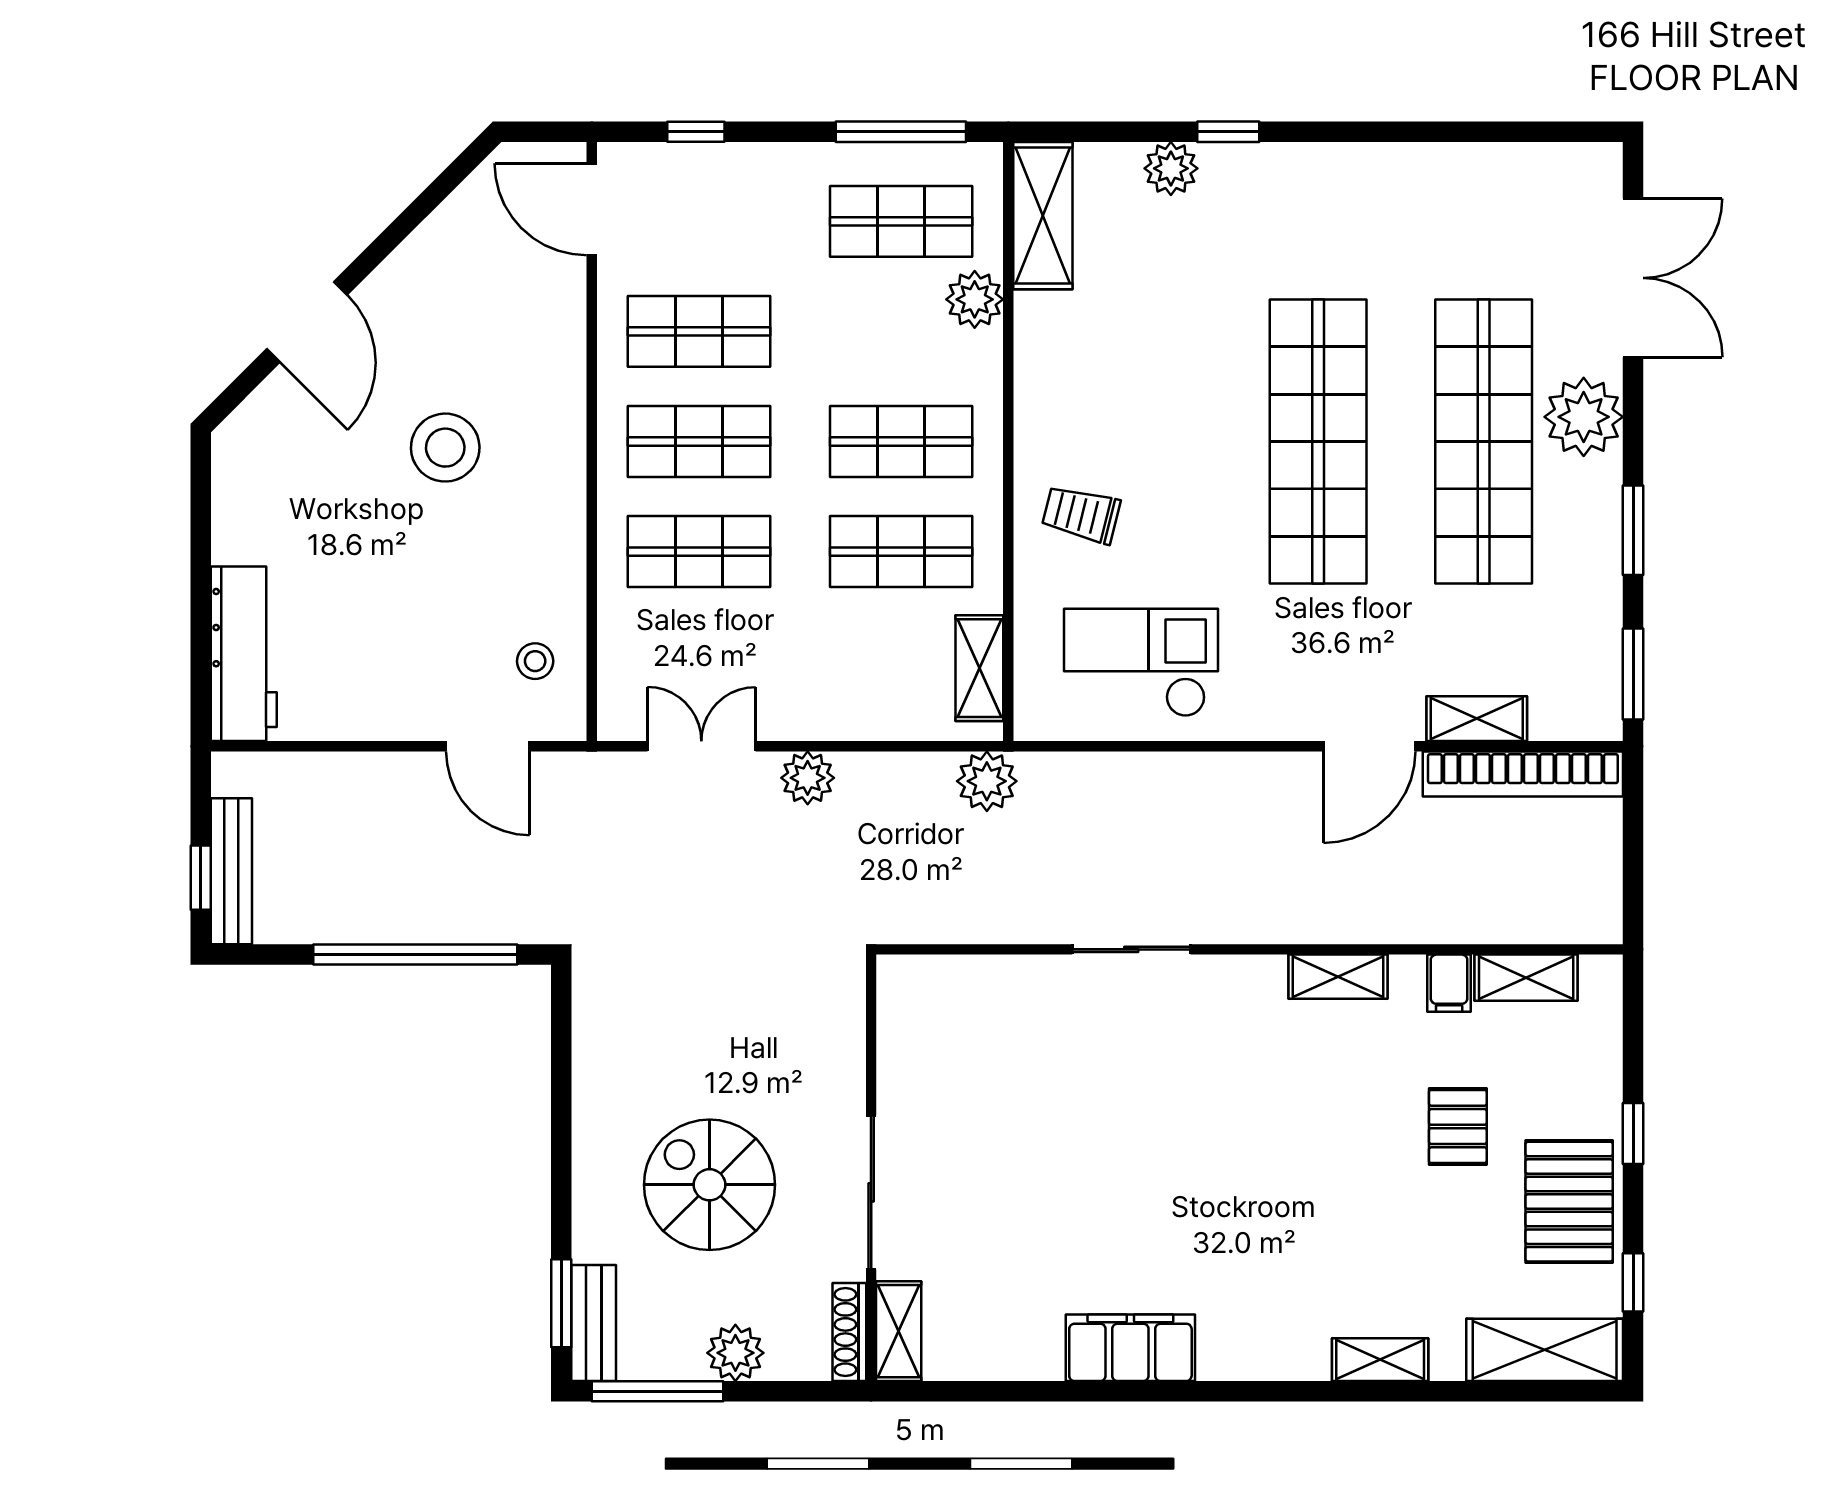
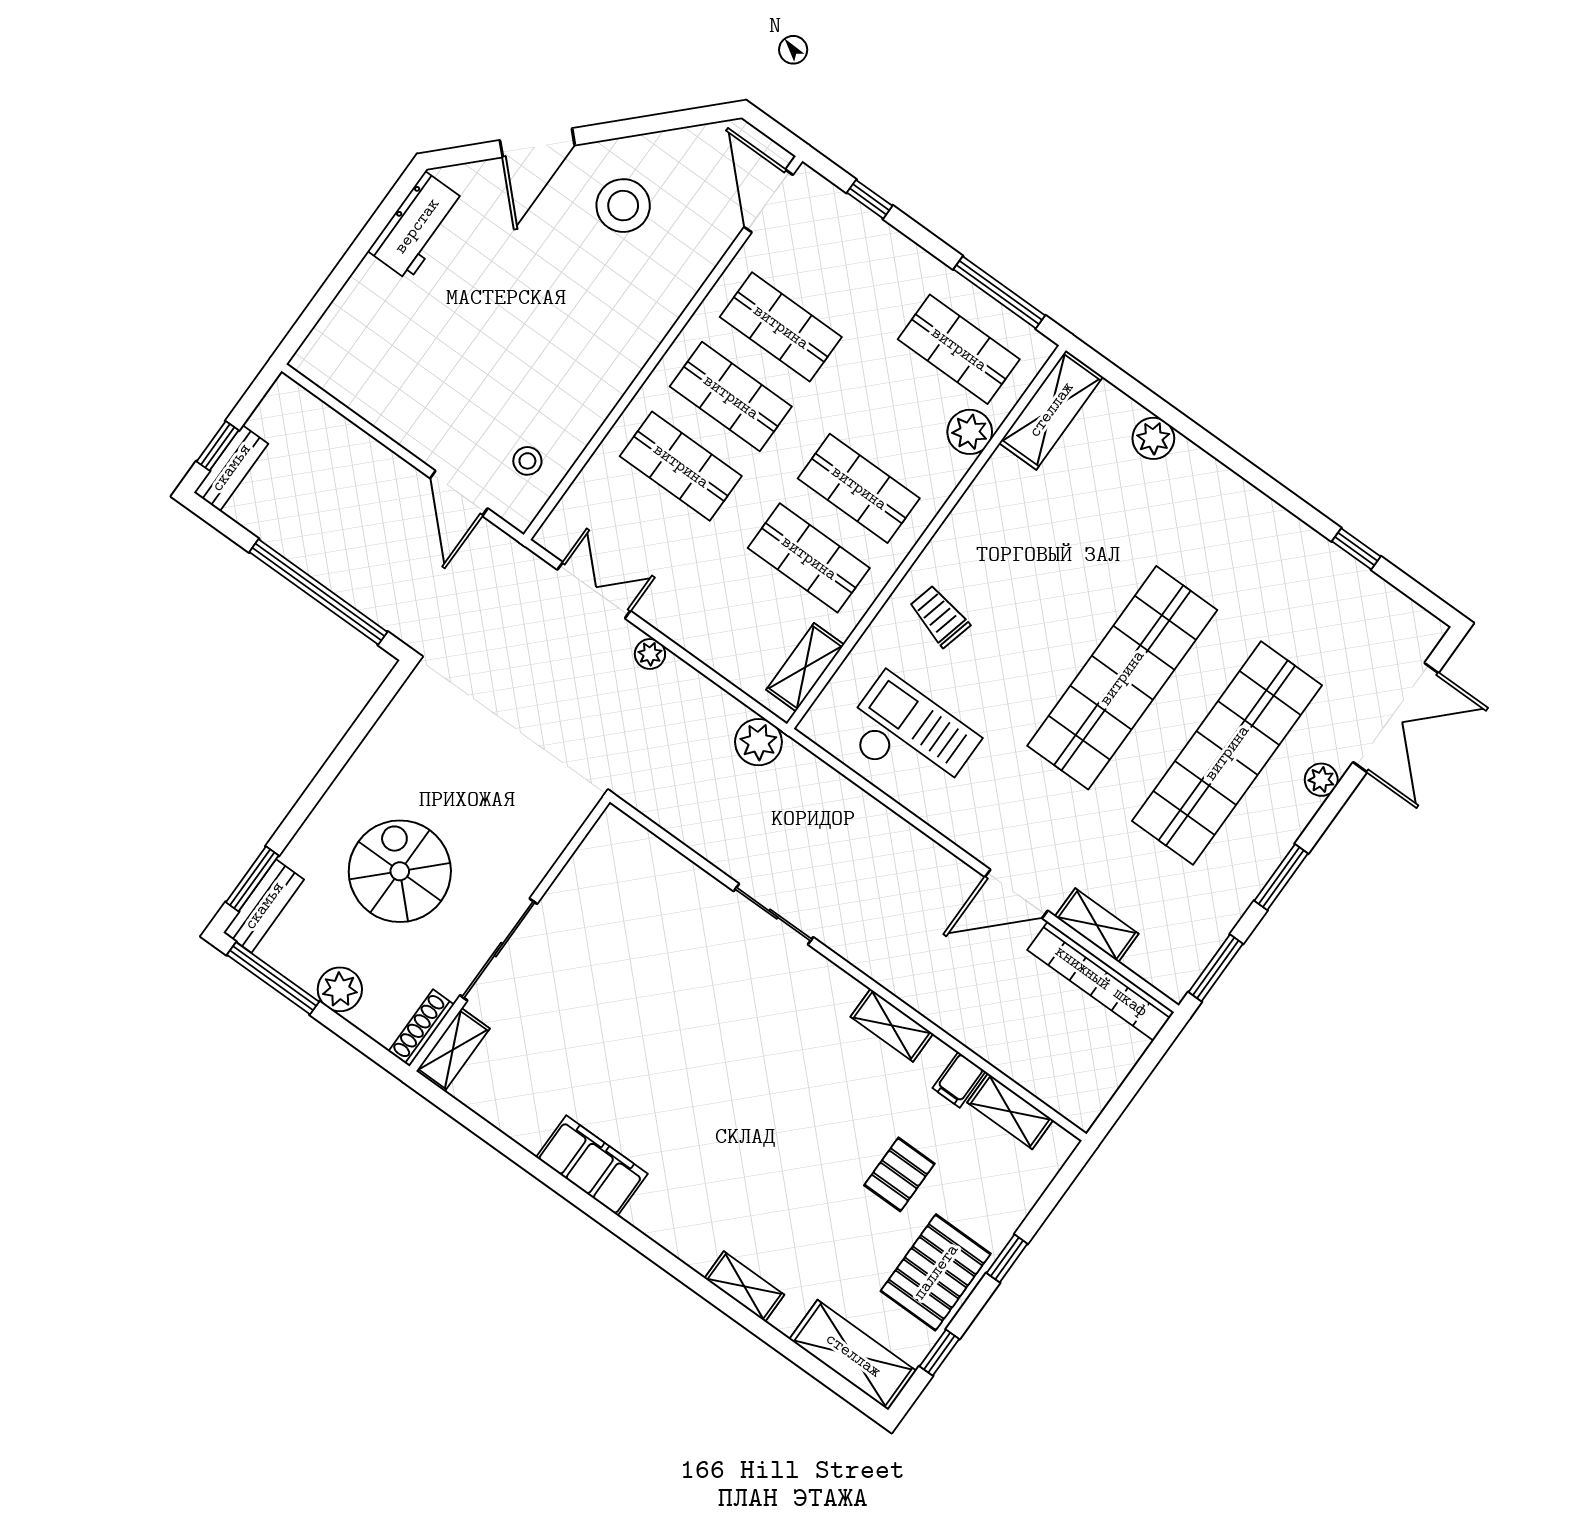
window: (1228, 132) -> (1356, 549), moved
plant: (1584, 417) -> (1321, 780), width x0.53, depth x0.53
stool: (445, 448) -> (623, 206), moved
workbench: (244, 654) -> (417, 226), moved, width x0.73
plant: (808, 778) -> (650, 654), width x0.73, depth x0.73
bench: (231, 871) -> (231, 468), width x0.73

